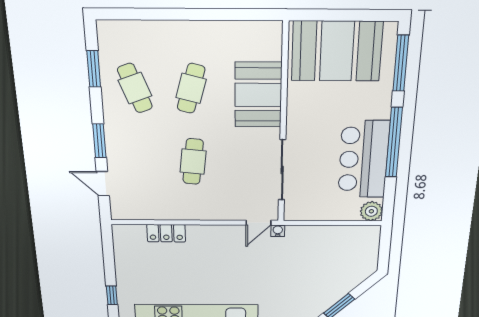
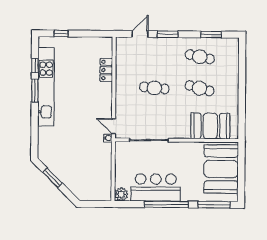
cafe table: (135, 88) -> (200, 57), turned 33
booth: (258, 95) -> (210, 126), moved

